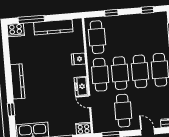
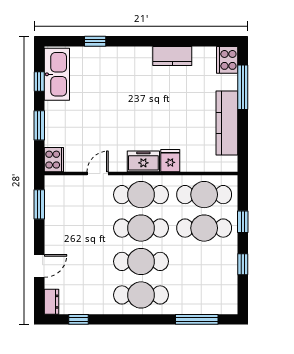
window: (147, 10) -> (243, 264), moved
kitchen counter: (18, 81) -> (172, 56), moved, width x0.67
freezer: (81, 86) -> (143, 161), moved
cafe table: (123, 111) -> (204, 228), moved

